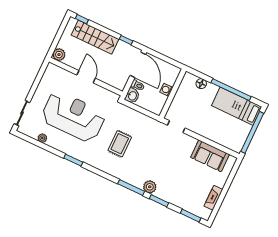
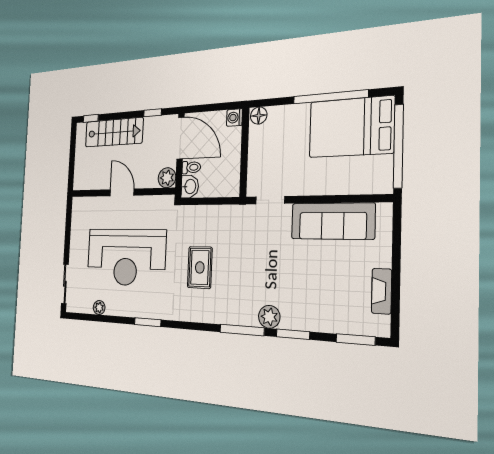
plant: (59, 55) -> (167, 178), moved
floor lamp: (201, 84) -> (259, 116), moved
washing machine: (166, 90) -> (234, 117), moved
bed: (237, 106) -> (351, 127), width x1.50
reception desk: (73, 116) -> (126, 257), turned 180
sofa: (210, 156) -> (332, 221), width x1.36

